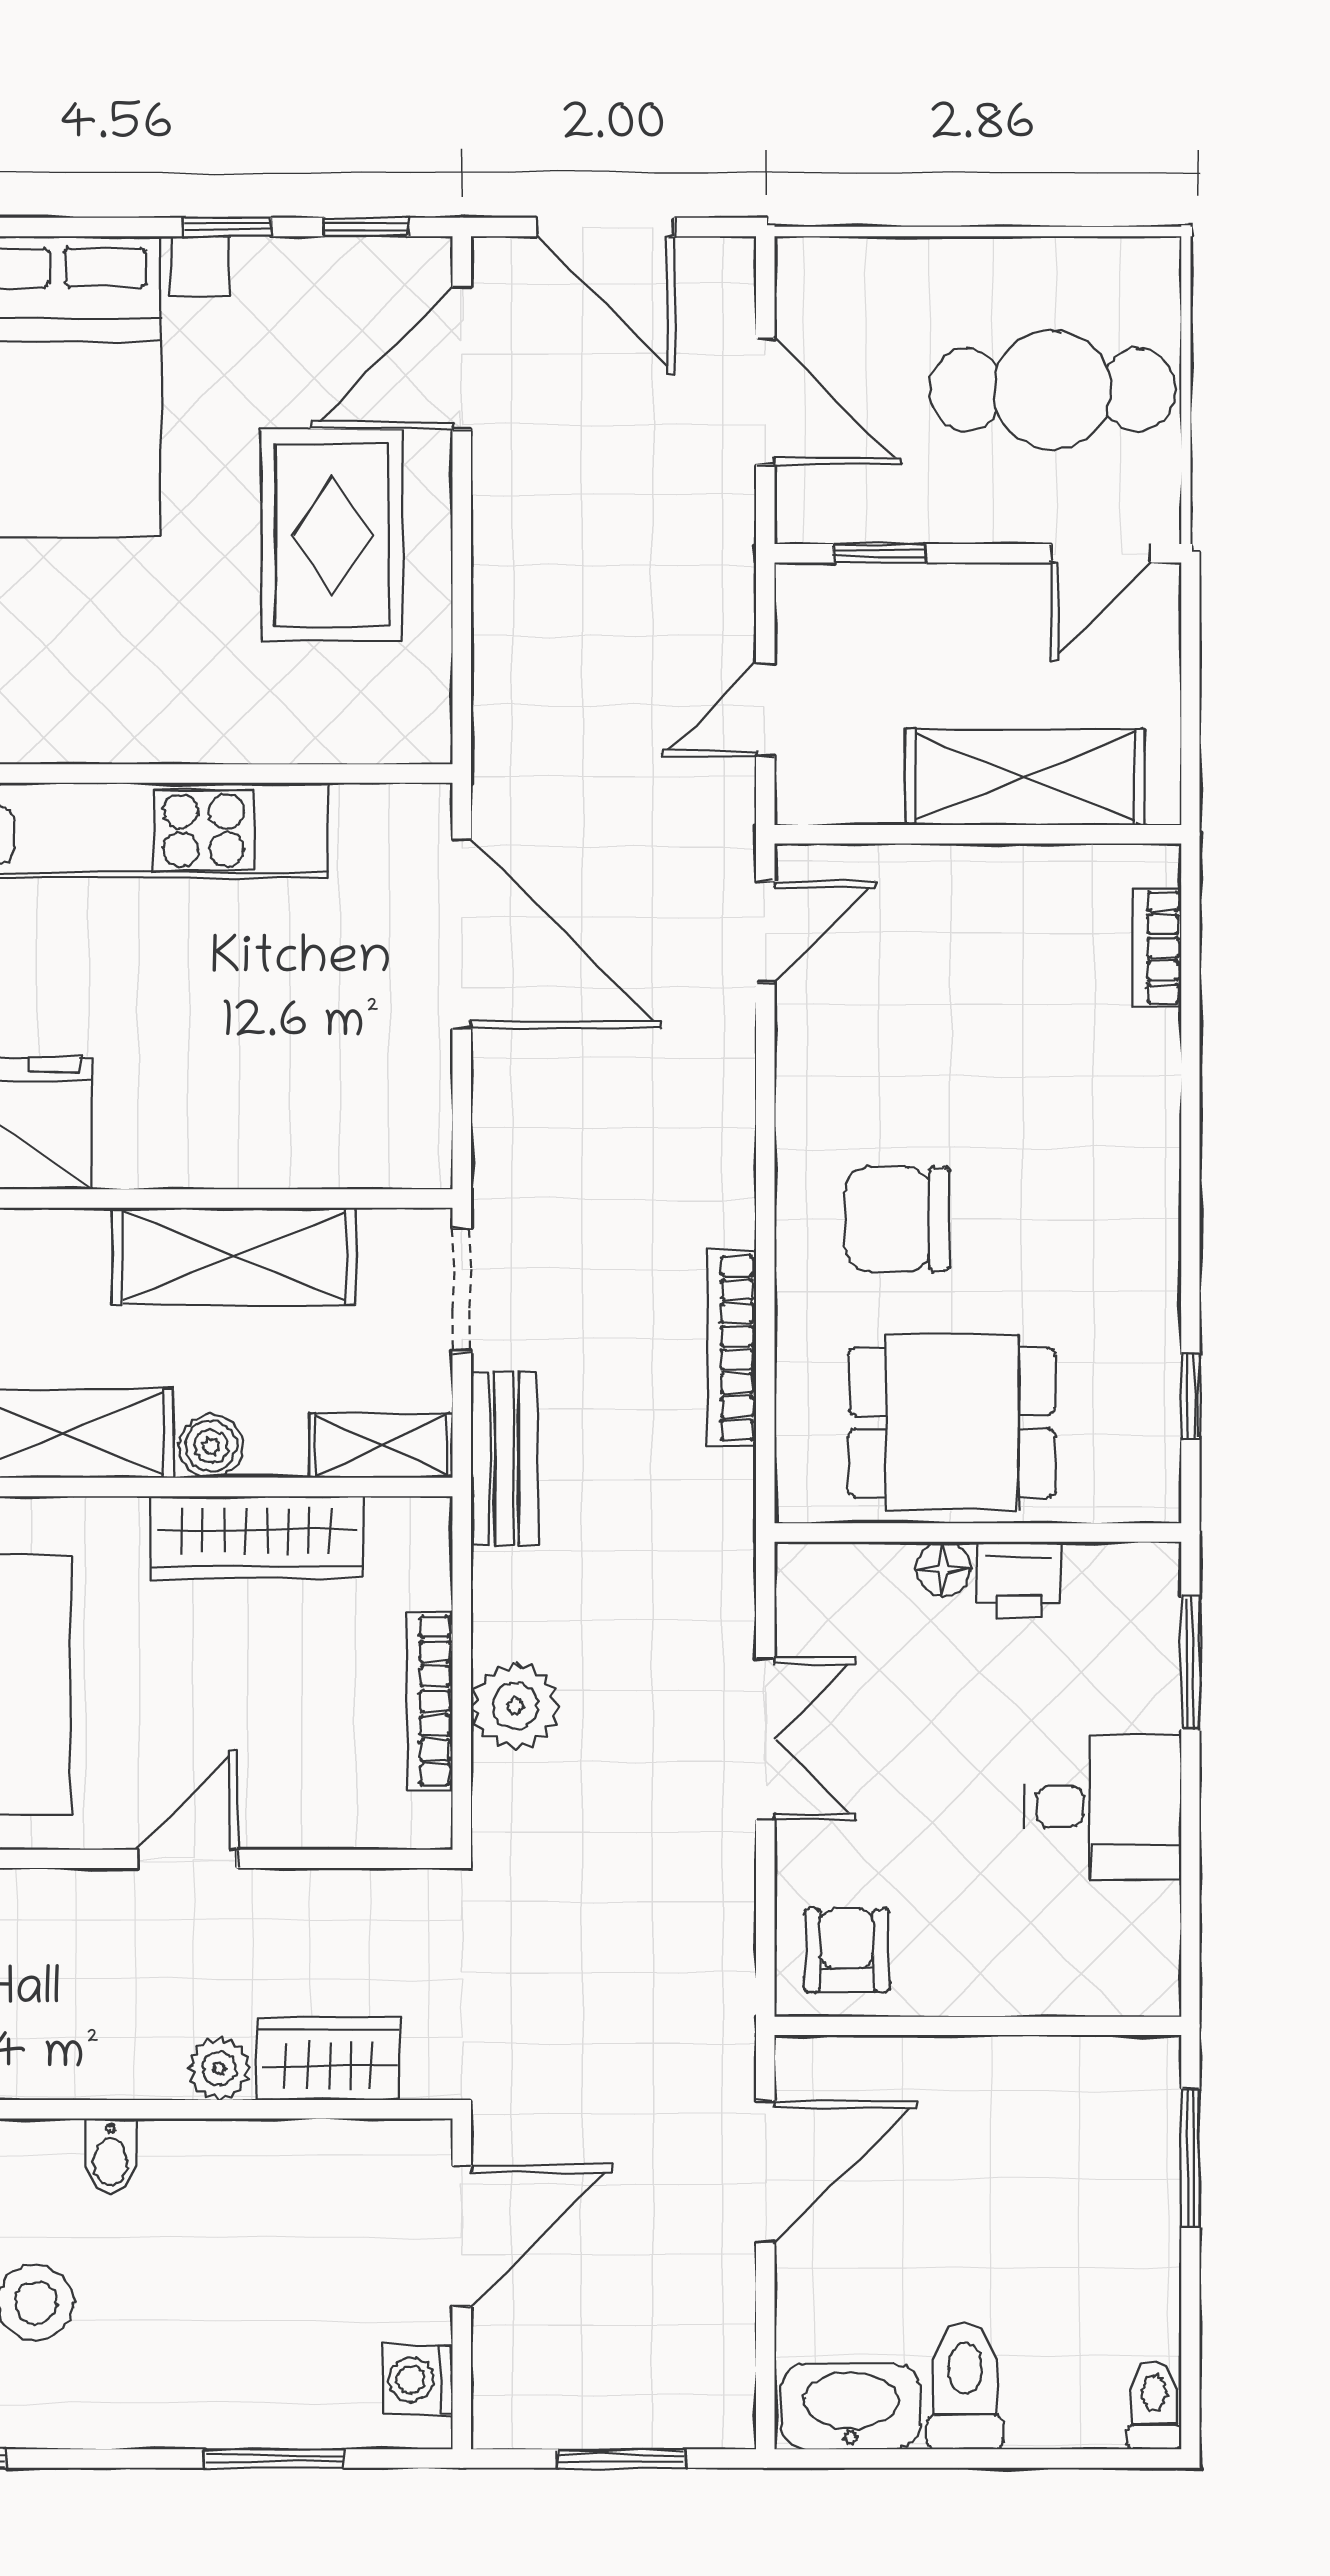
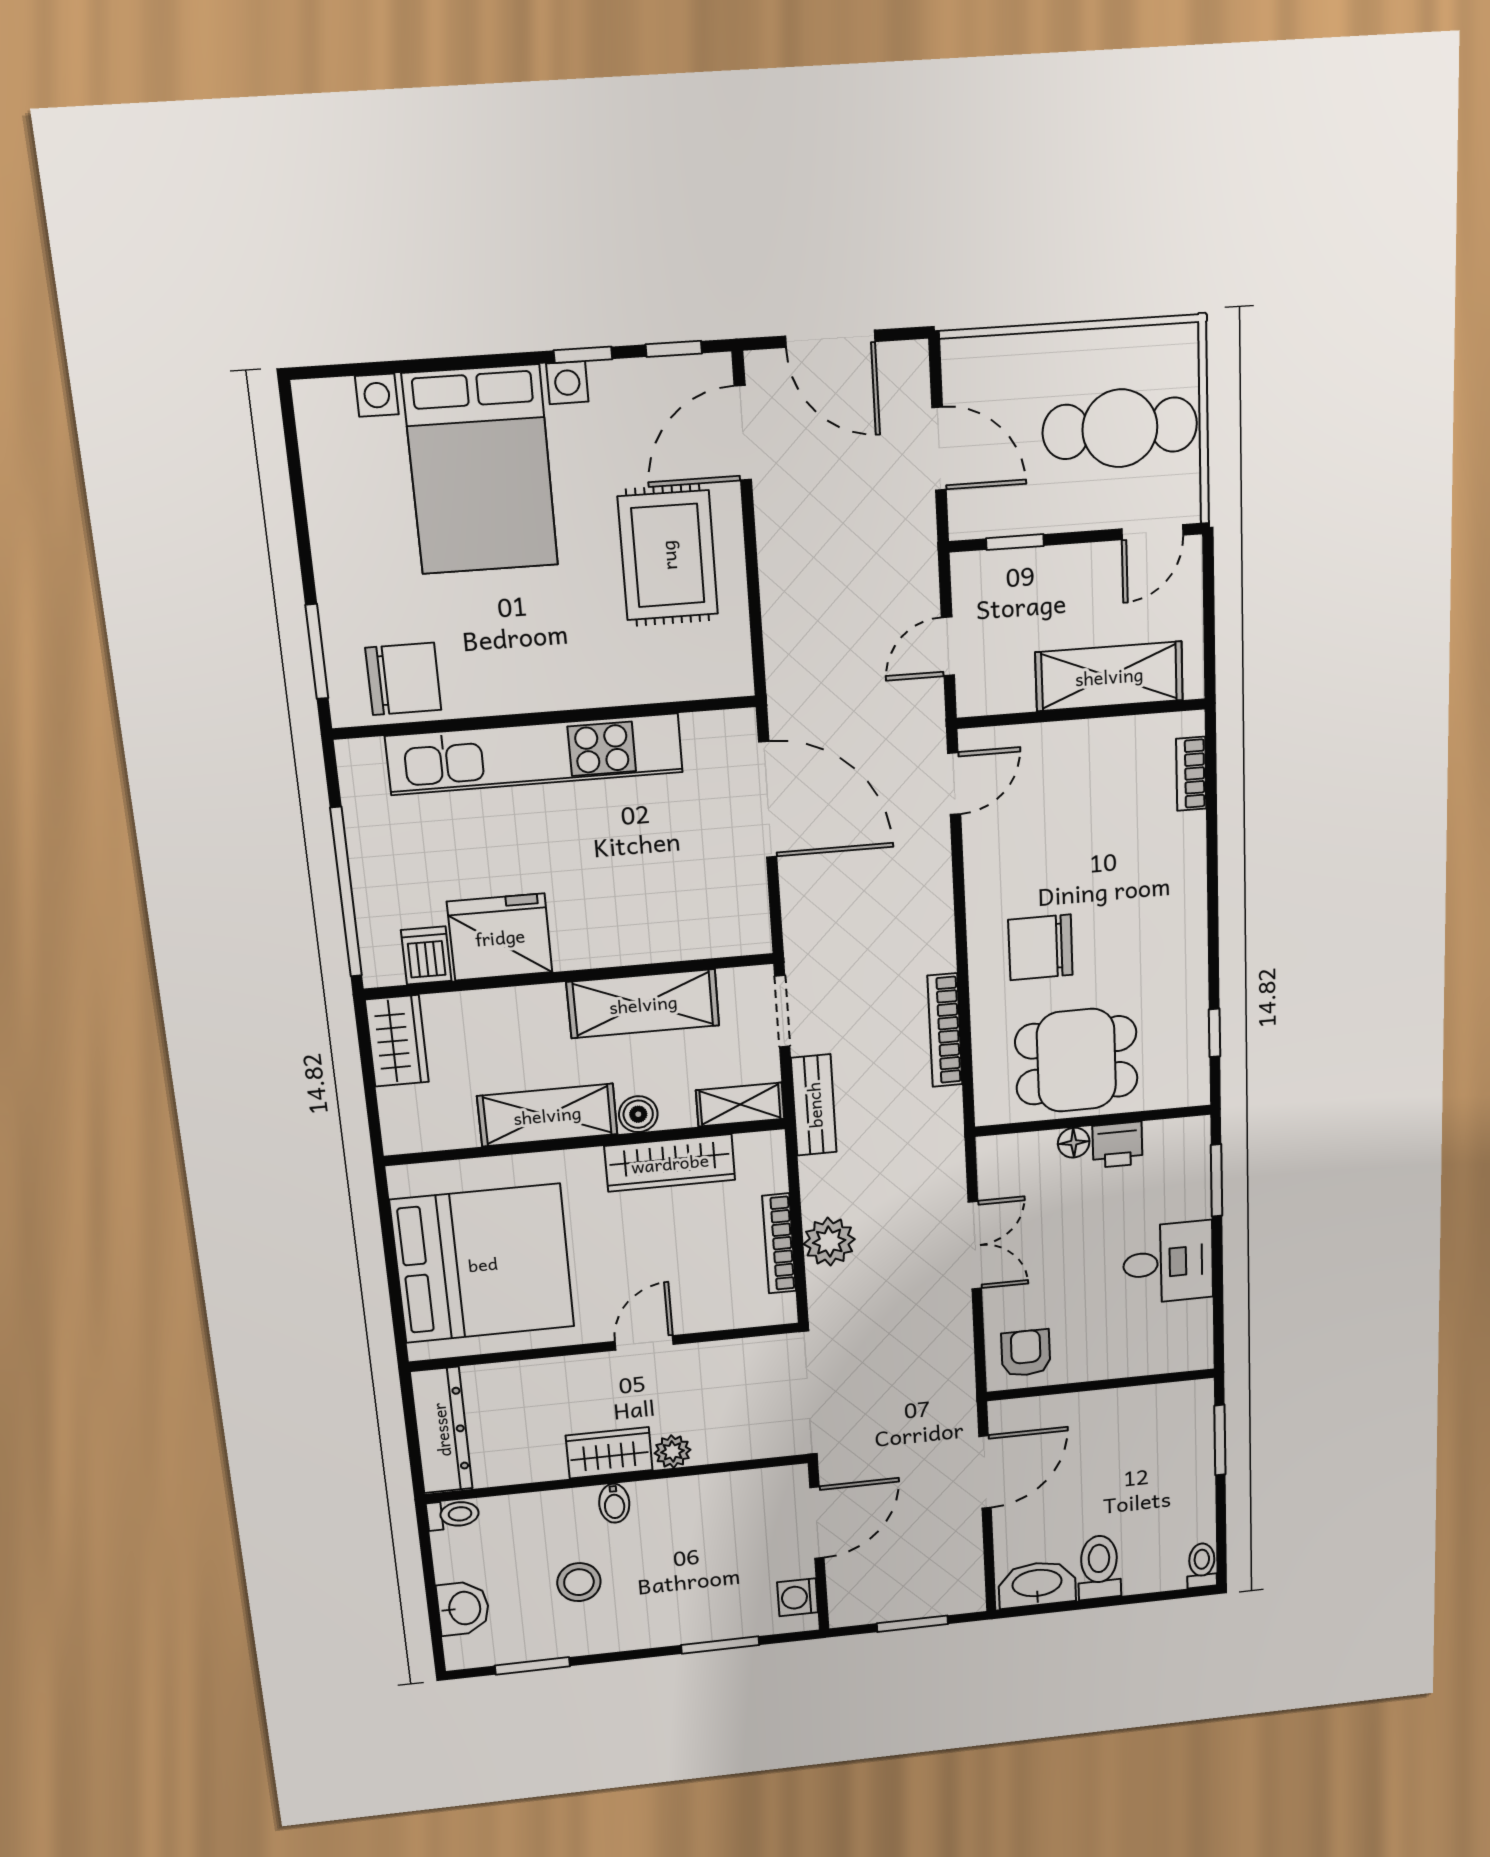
wardrobe: (328, 2059) -> (609, 1453), moved

